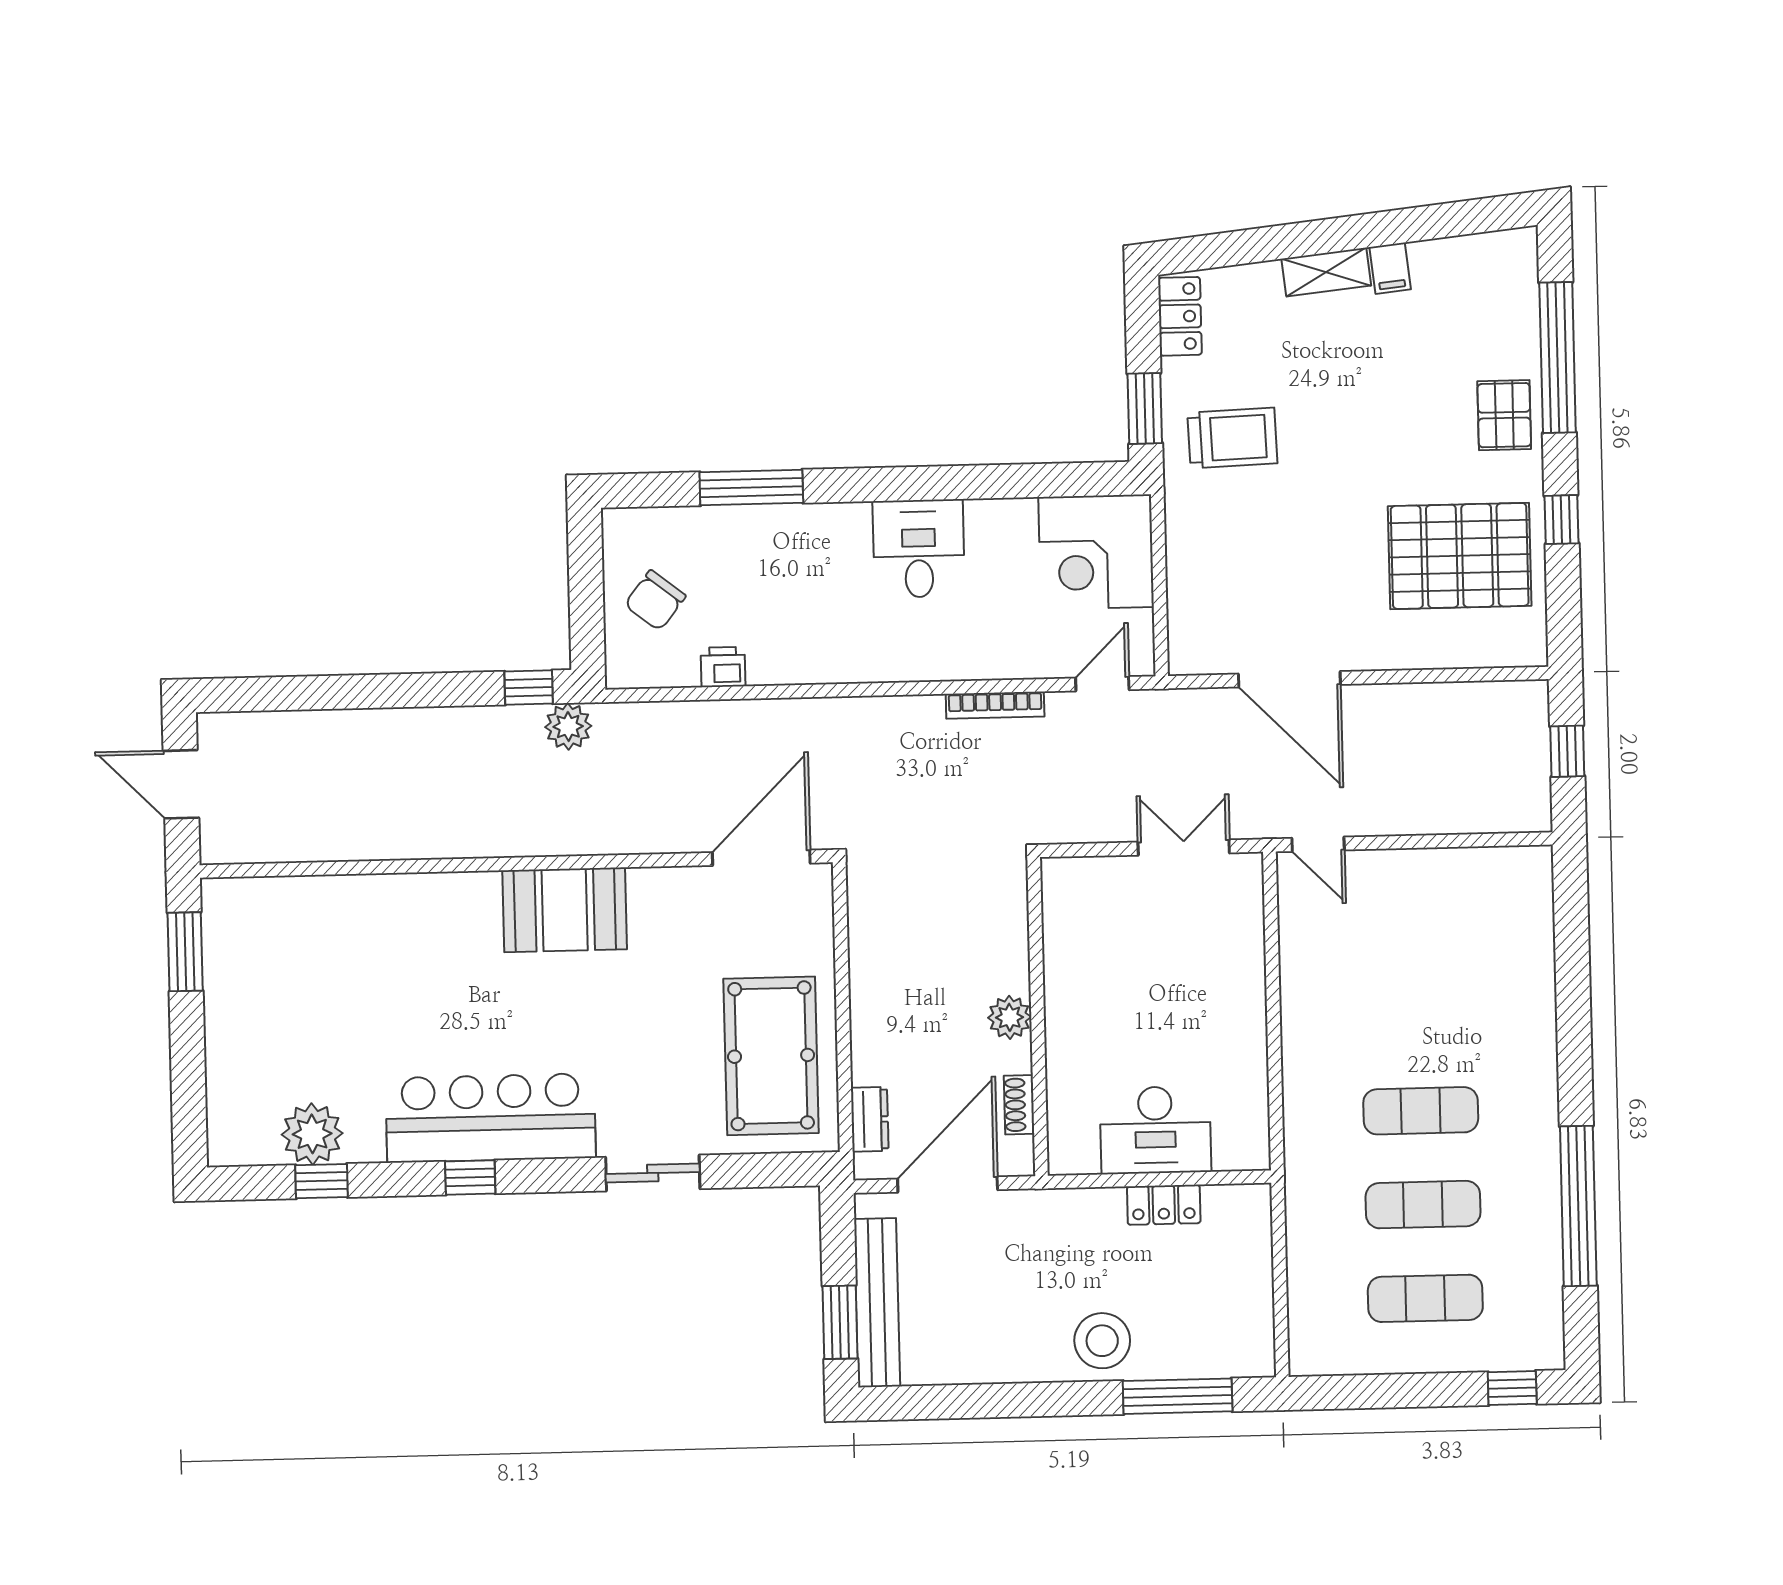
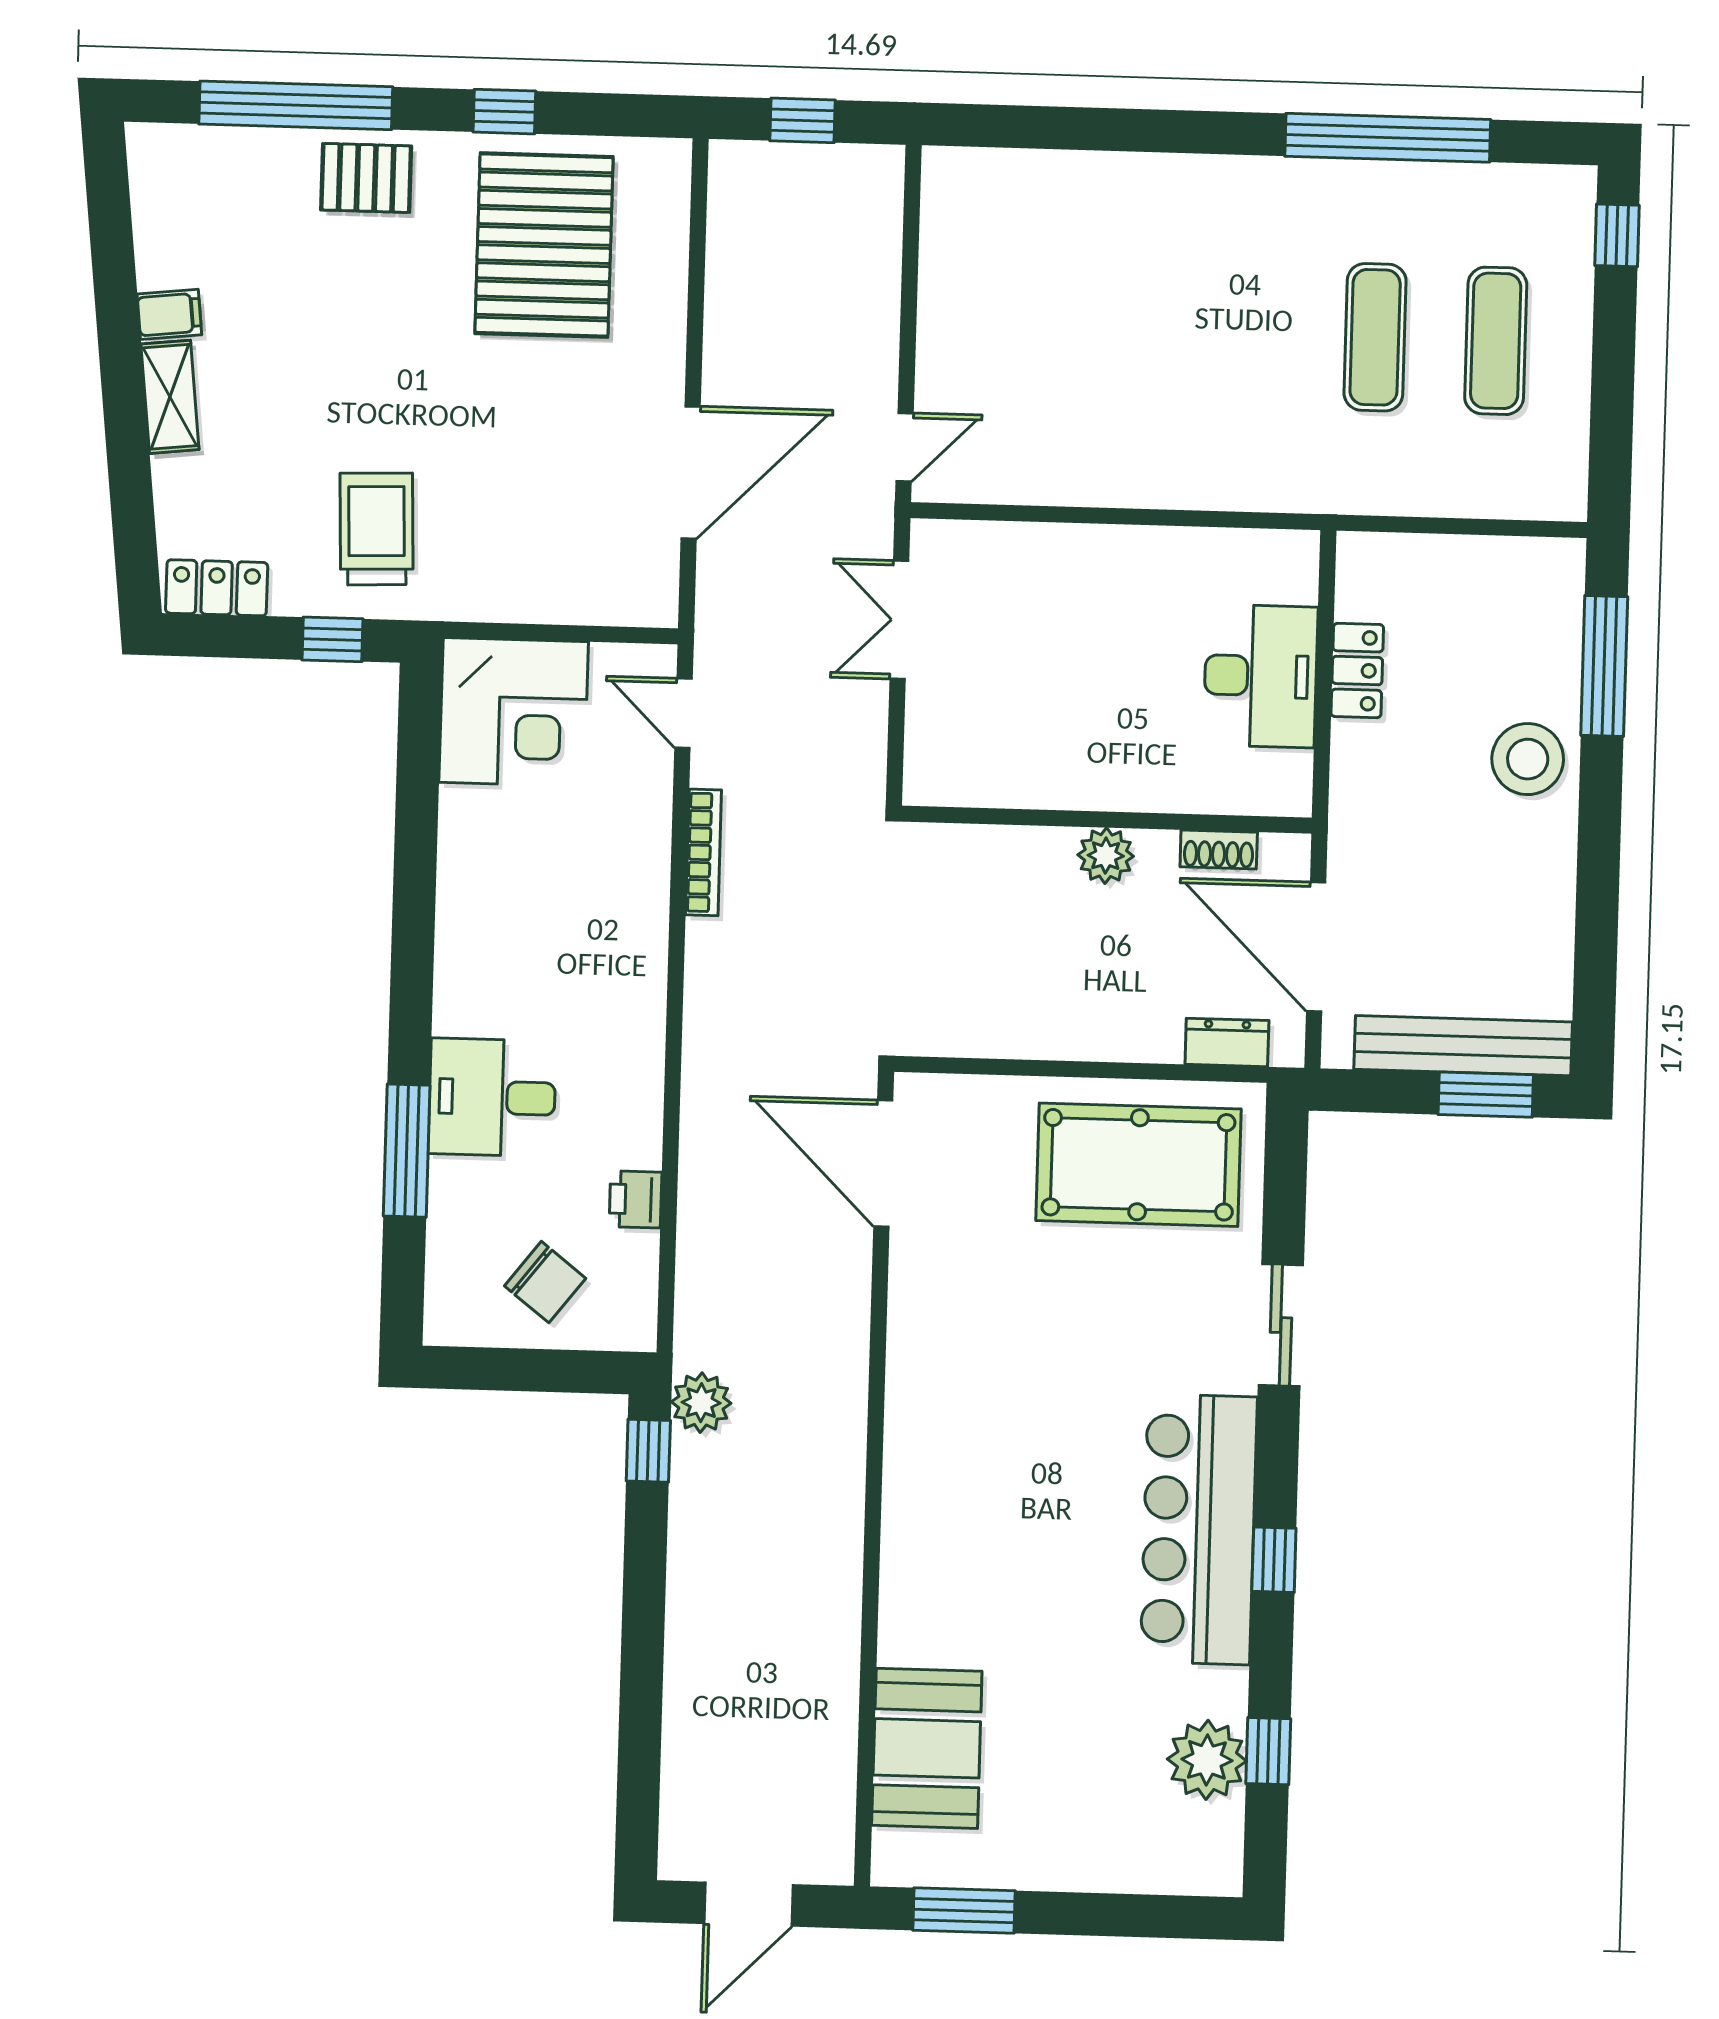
window: (1145, 408) -> (332, 639), width x0.67
desk: (919, 549) -> (492, 1097), moved
booth: (565, 910) -> (927, 1748), moved
exercise mat: (1421, 1111) -> (1254, 334), removed

